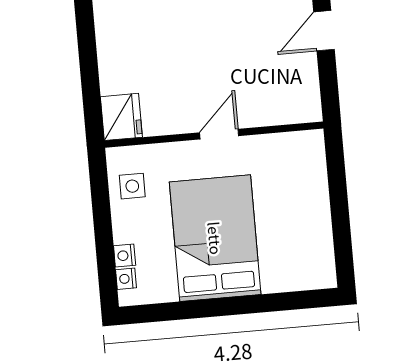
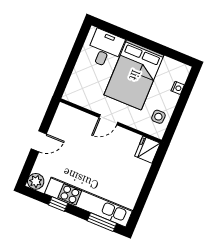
desk: (291, 258) -> (105, 49), added
nightstand: (126, 279) -> (182, 77), removed

